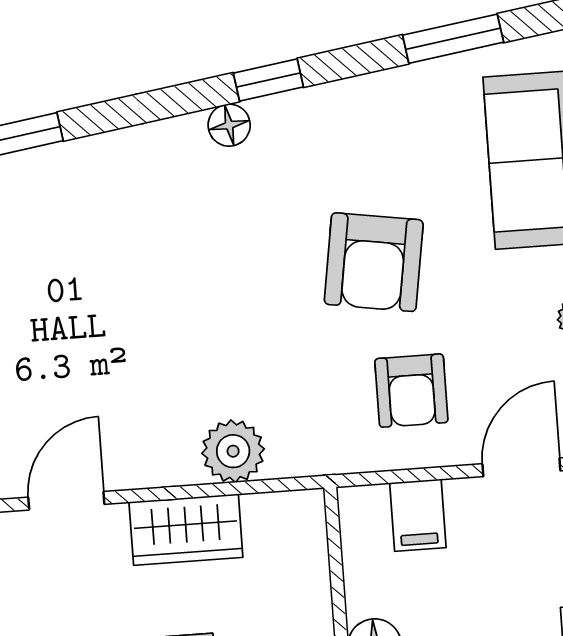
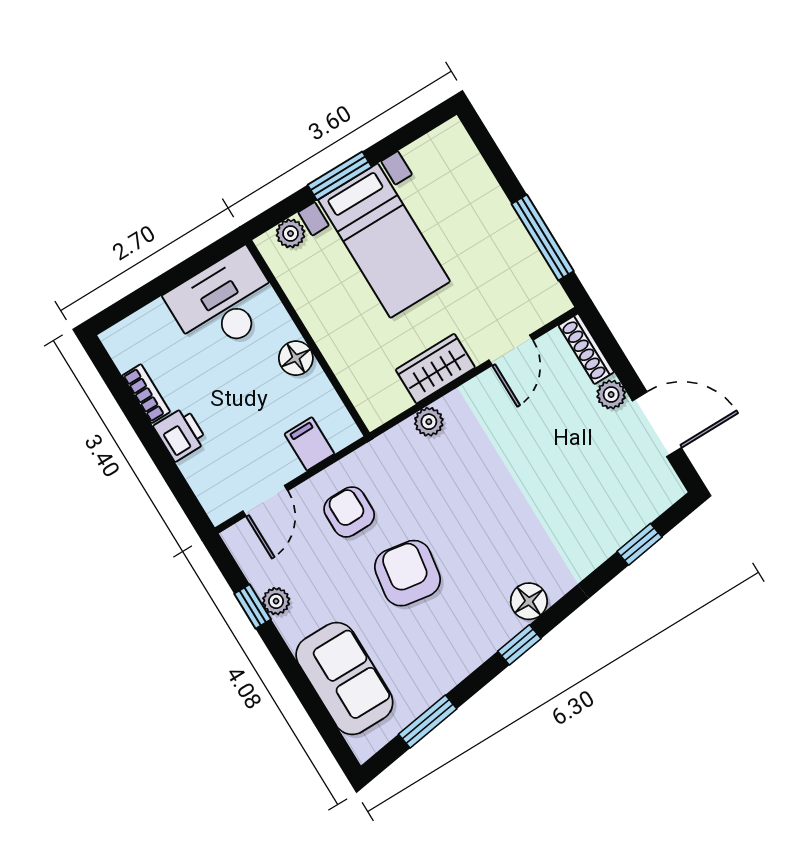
floor lamp: (229, 125) -> (529, 601), width x1.37, depth x1.37
plant: (233, 451) -> (429, 422), width x0.73, depth x0.73

